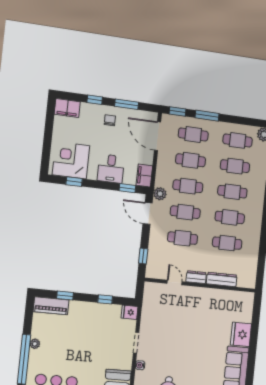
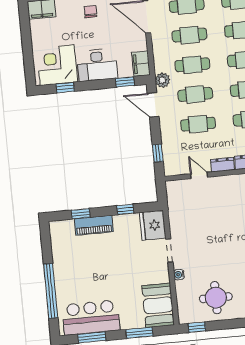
desk: (111, 169) -> (97, 65), width x1.37
piano: (51, 306) -> (94, 225), moved
fridge: (129, 312) -> (153, 225), width x1.88, depth x1.34
plant: (35, 344) -> (59, 272), removed

